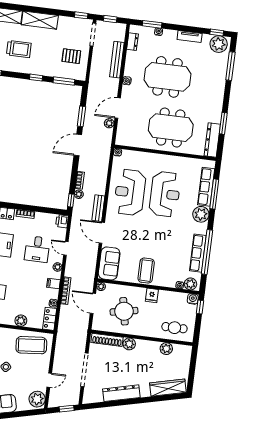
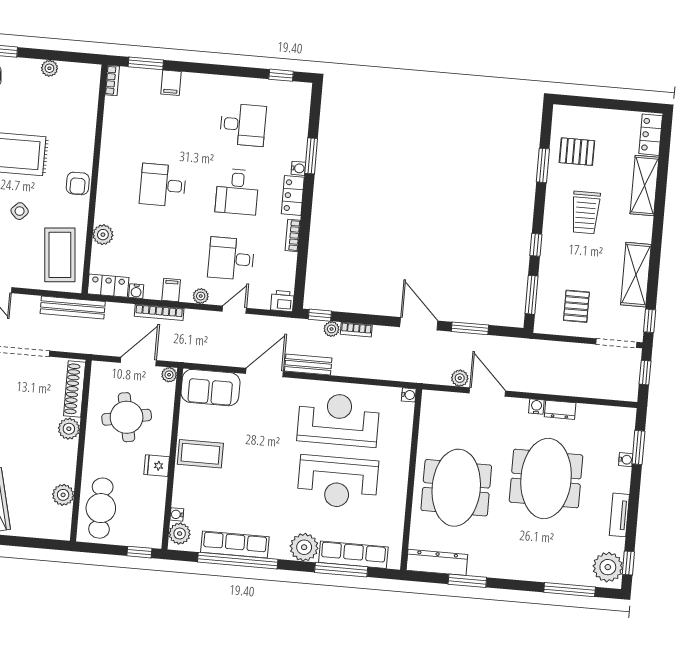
shelving: (40, 20) -> (636, 275), moved
dresser: (132, 42) -> (560, 410), moved
bench: (117, 60) -> (73, 308), moved
water cooler: (193, 299) -> (153, 538), removed
cafe table: (174, 328) -> (101, 508), width x1.37, depth x1.35

